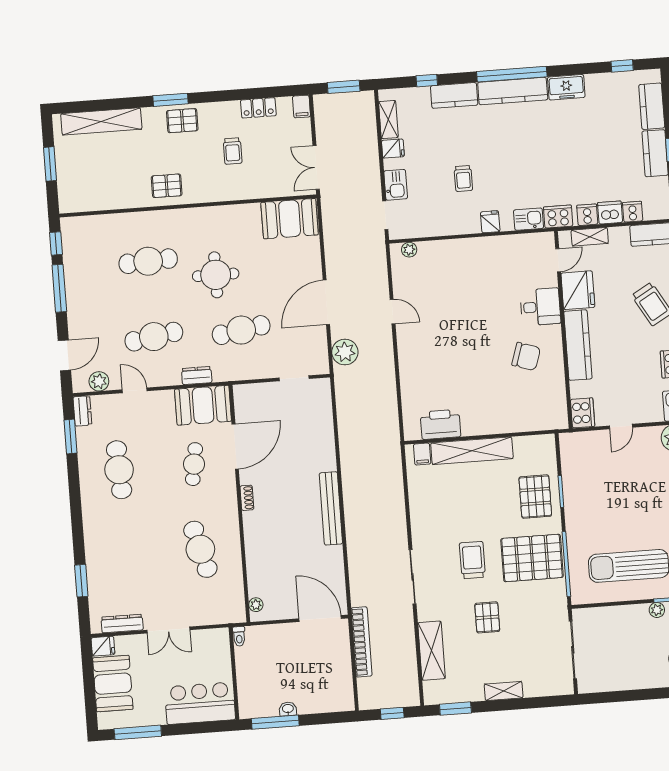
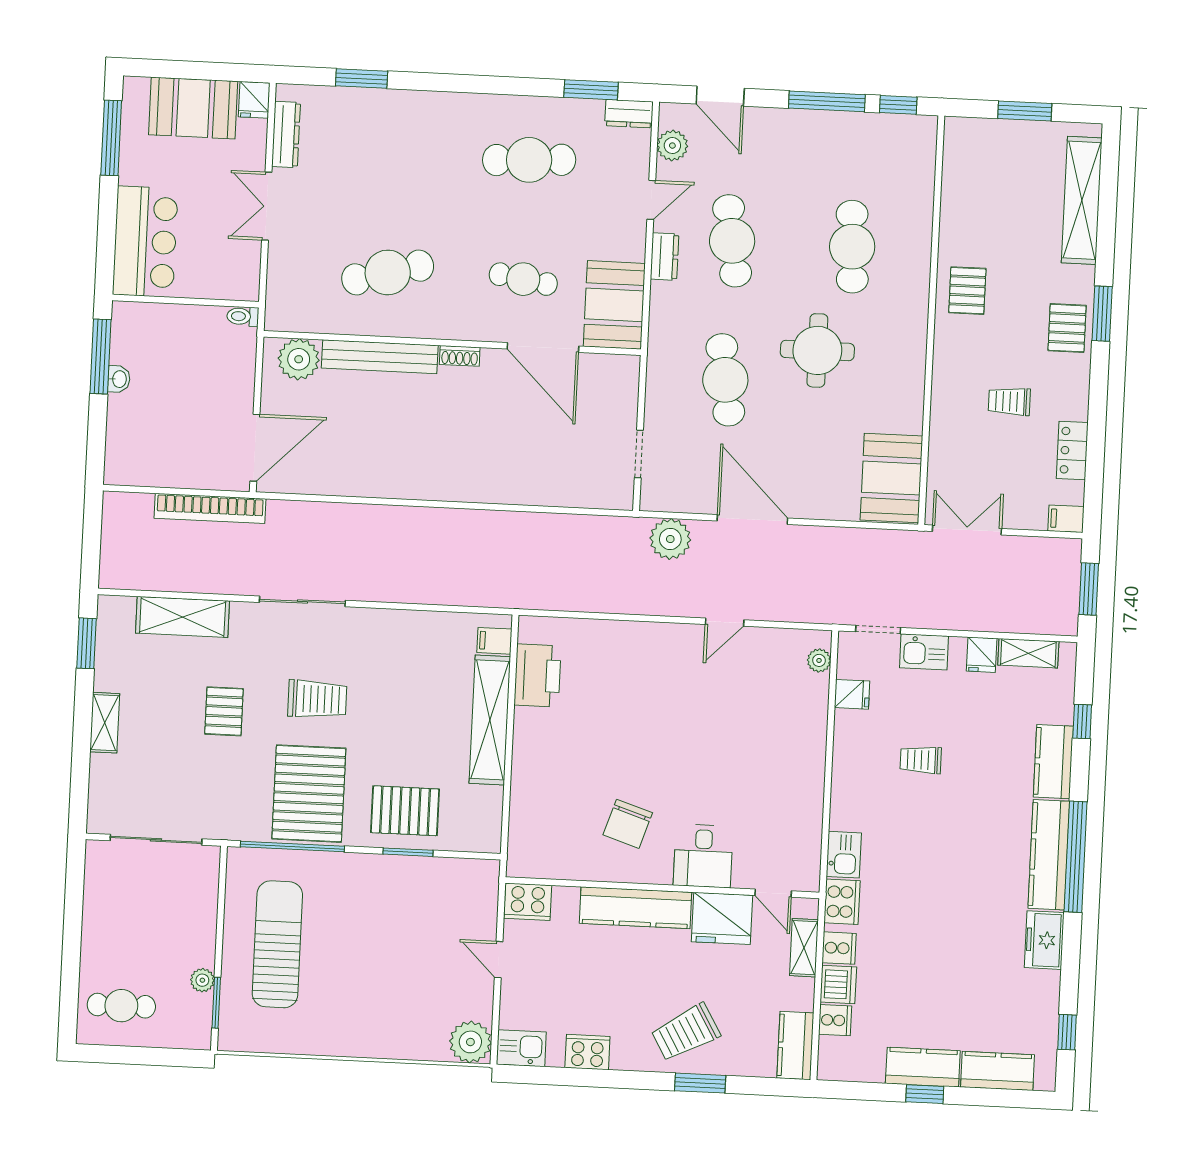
fridge: (490, 222) -> (852, 694), moved
dresser: (197, 376) -> (665, 257), moved
bench: (331, 508) -> (380, 357), moved
plant: (256, 605) -> (299, 359), width x1.88, depth x1.88
pallet: (487, 617) -> (224, 711), turned 90
window: (392, 713) -> (91, 543), removed

